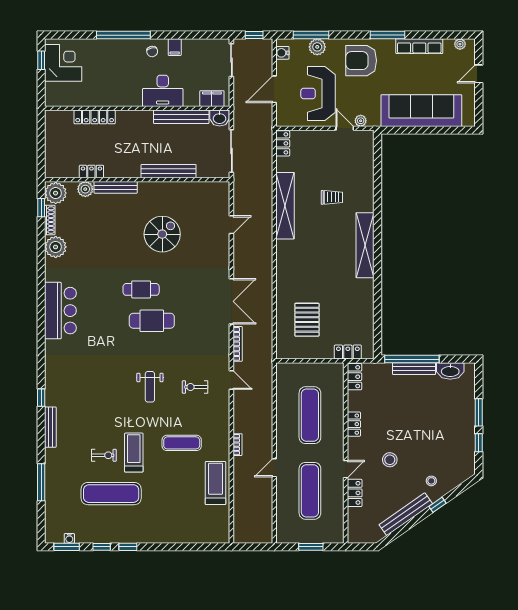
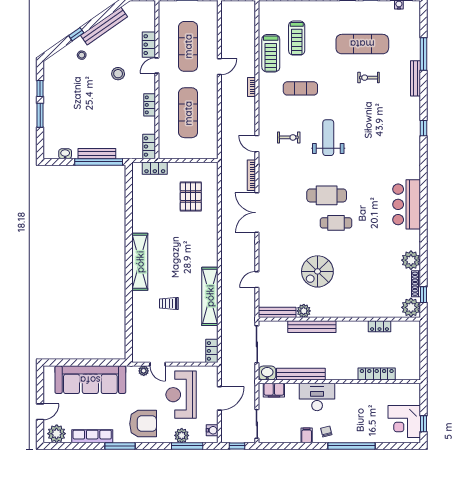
plant: (460, 44) -> (57, 434), width x1.88, depth x1.88
reception desk: (318, 93) -> (181, 395), turned 180
bench: (116, 187) -> (277, 312), moved
plant: (85, 189) -> (304, 311), moved
washbasin: (450, 371) -> (65, 154), width x0.52, depth x0.69
weight bench: (150, 387) -> (328, 138), width x1.36, depth x1.33
bench: (50, 427) -> (416, 78), moved
treadmill: (134, 453) -> (297, 38), moved

